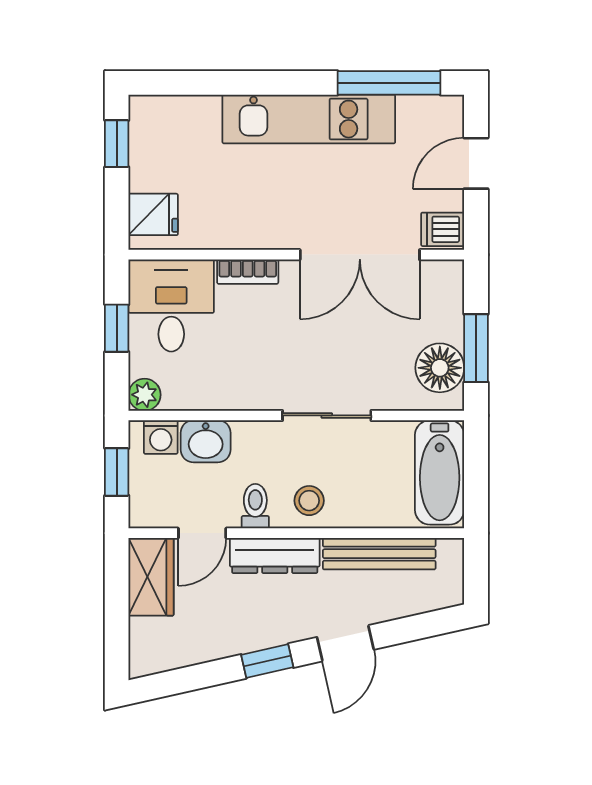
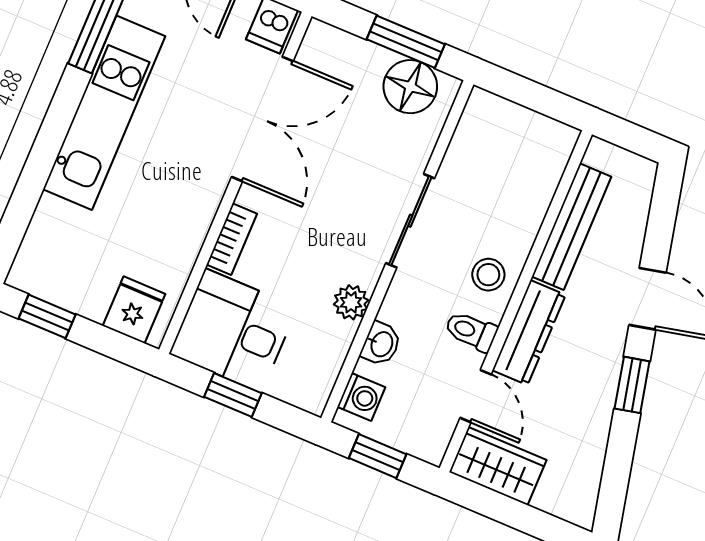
plant: (145, 395) -> (351, 302), moved
washbasin: (206, 441) -> (381, 344), width x0.72, depth x0.69
bathtub: (440, 472) -> (516, 131), removed

